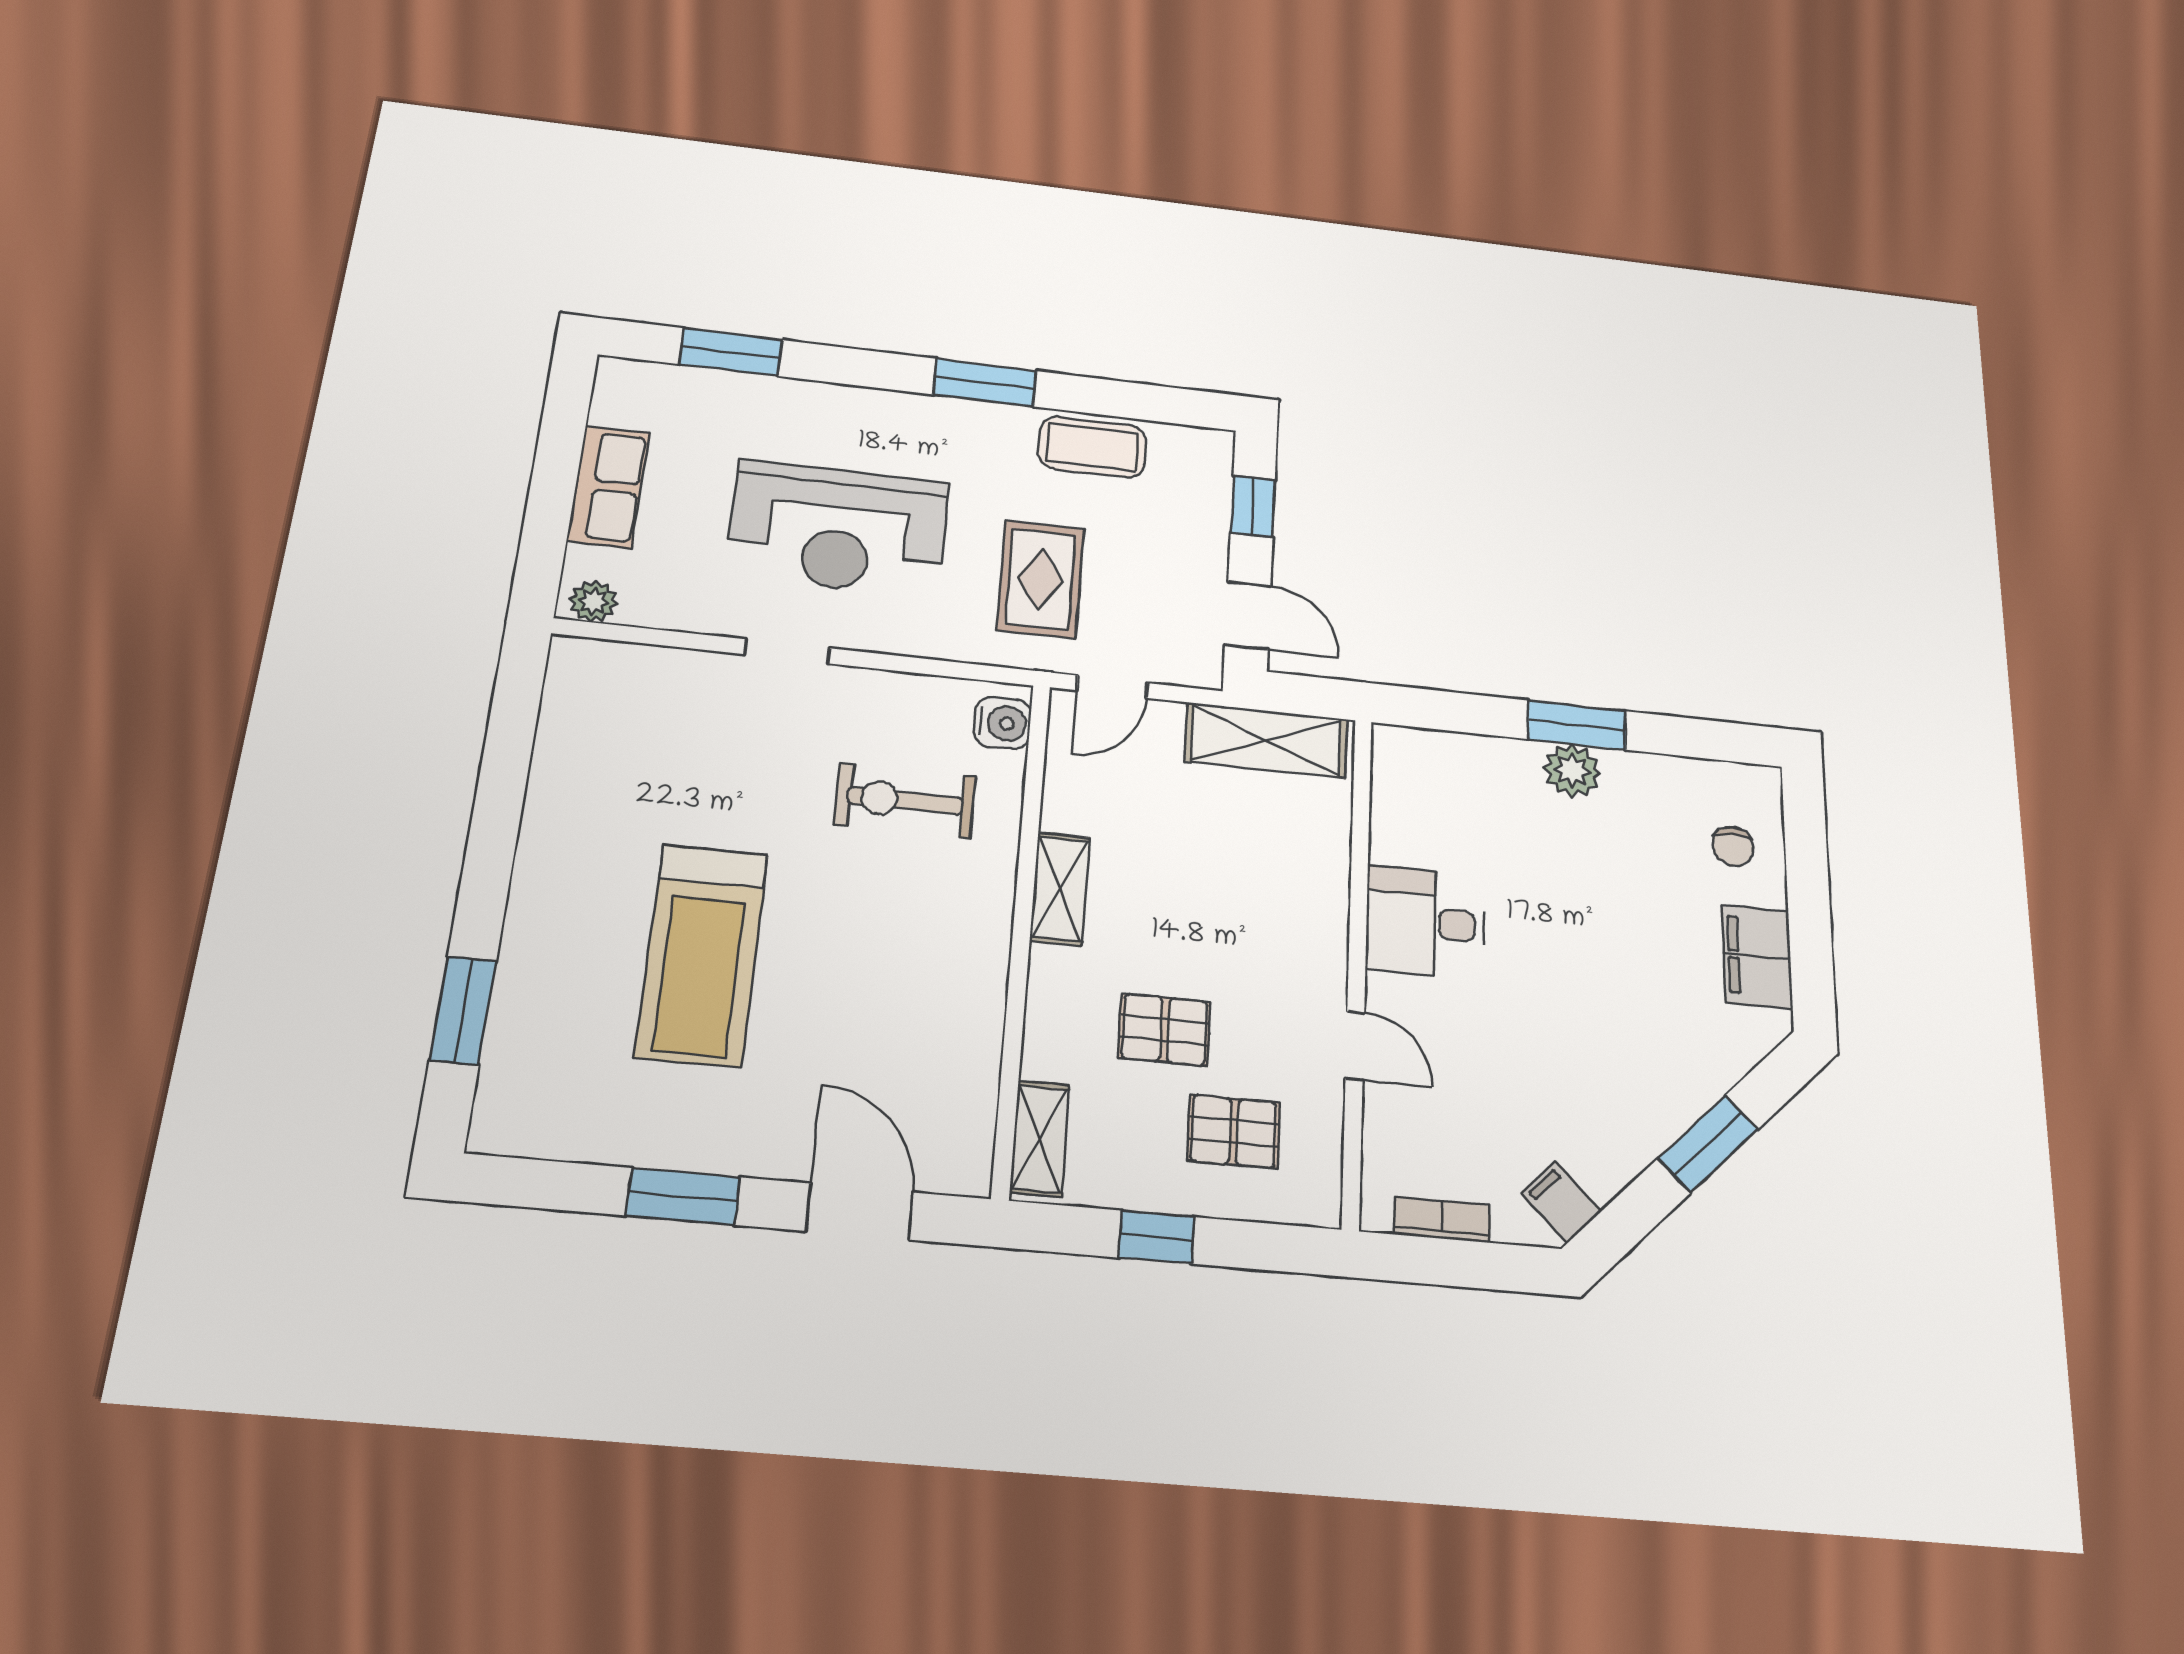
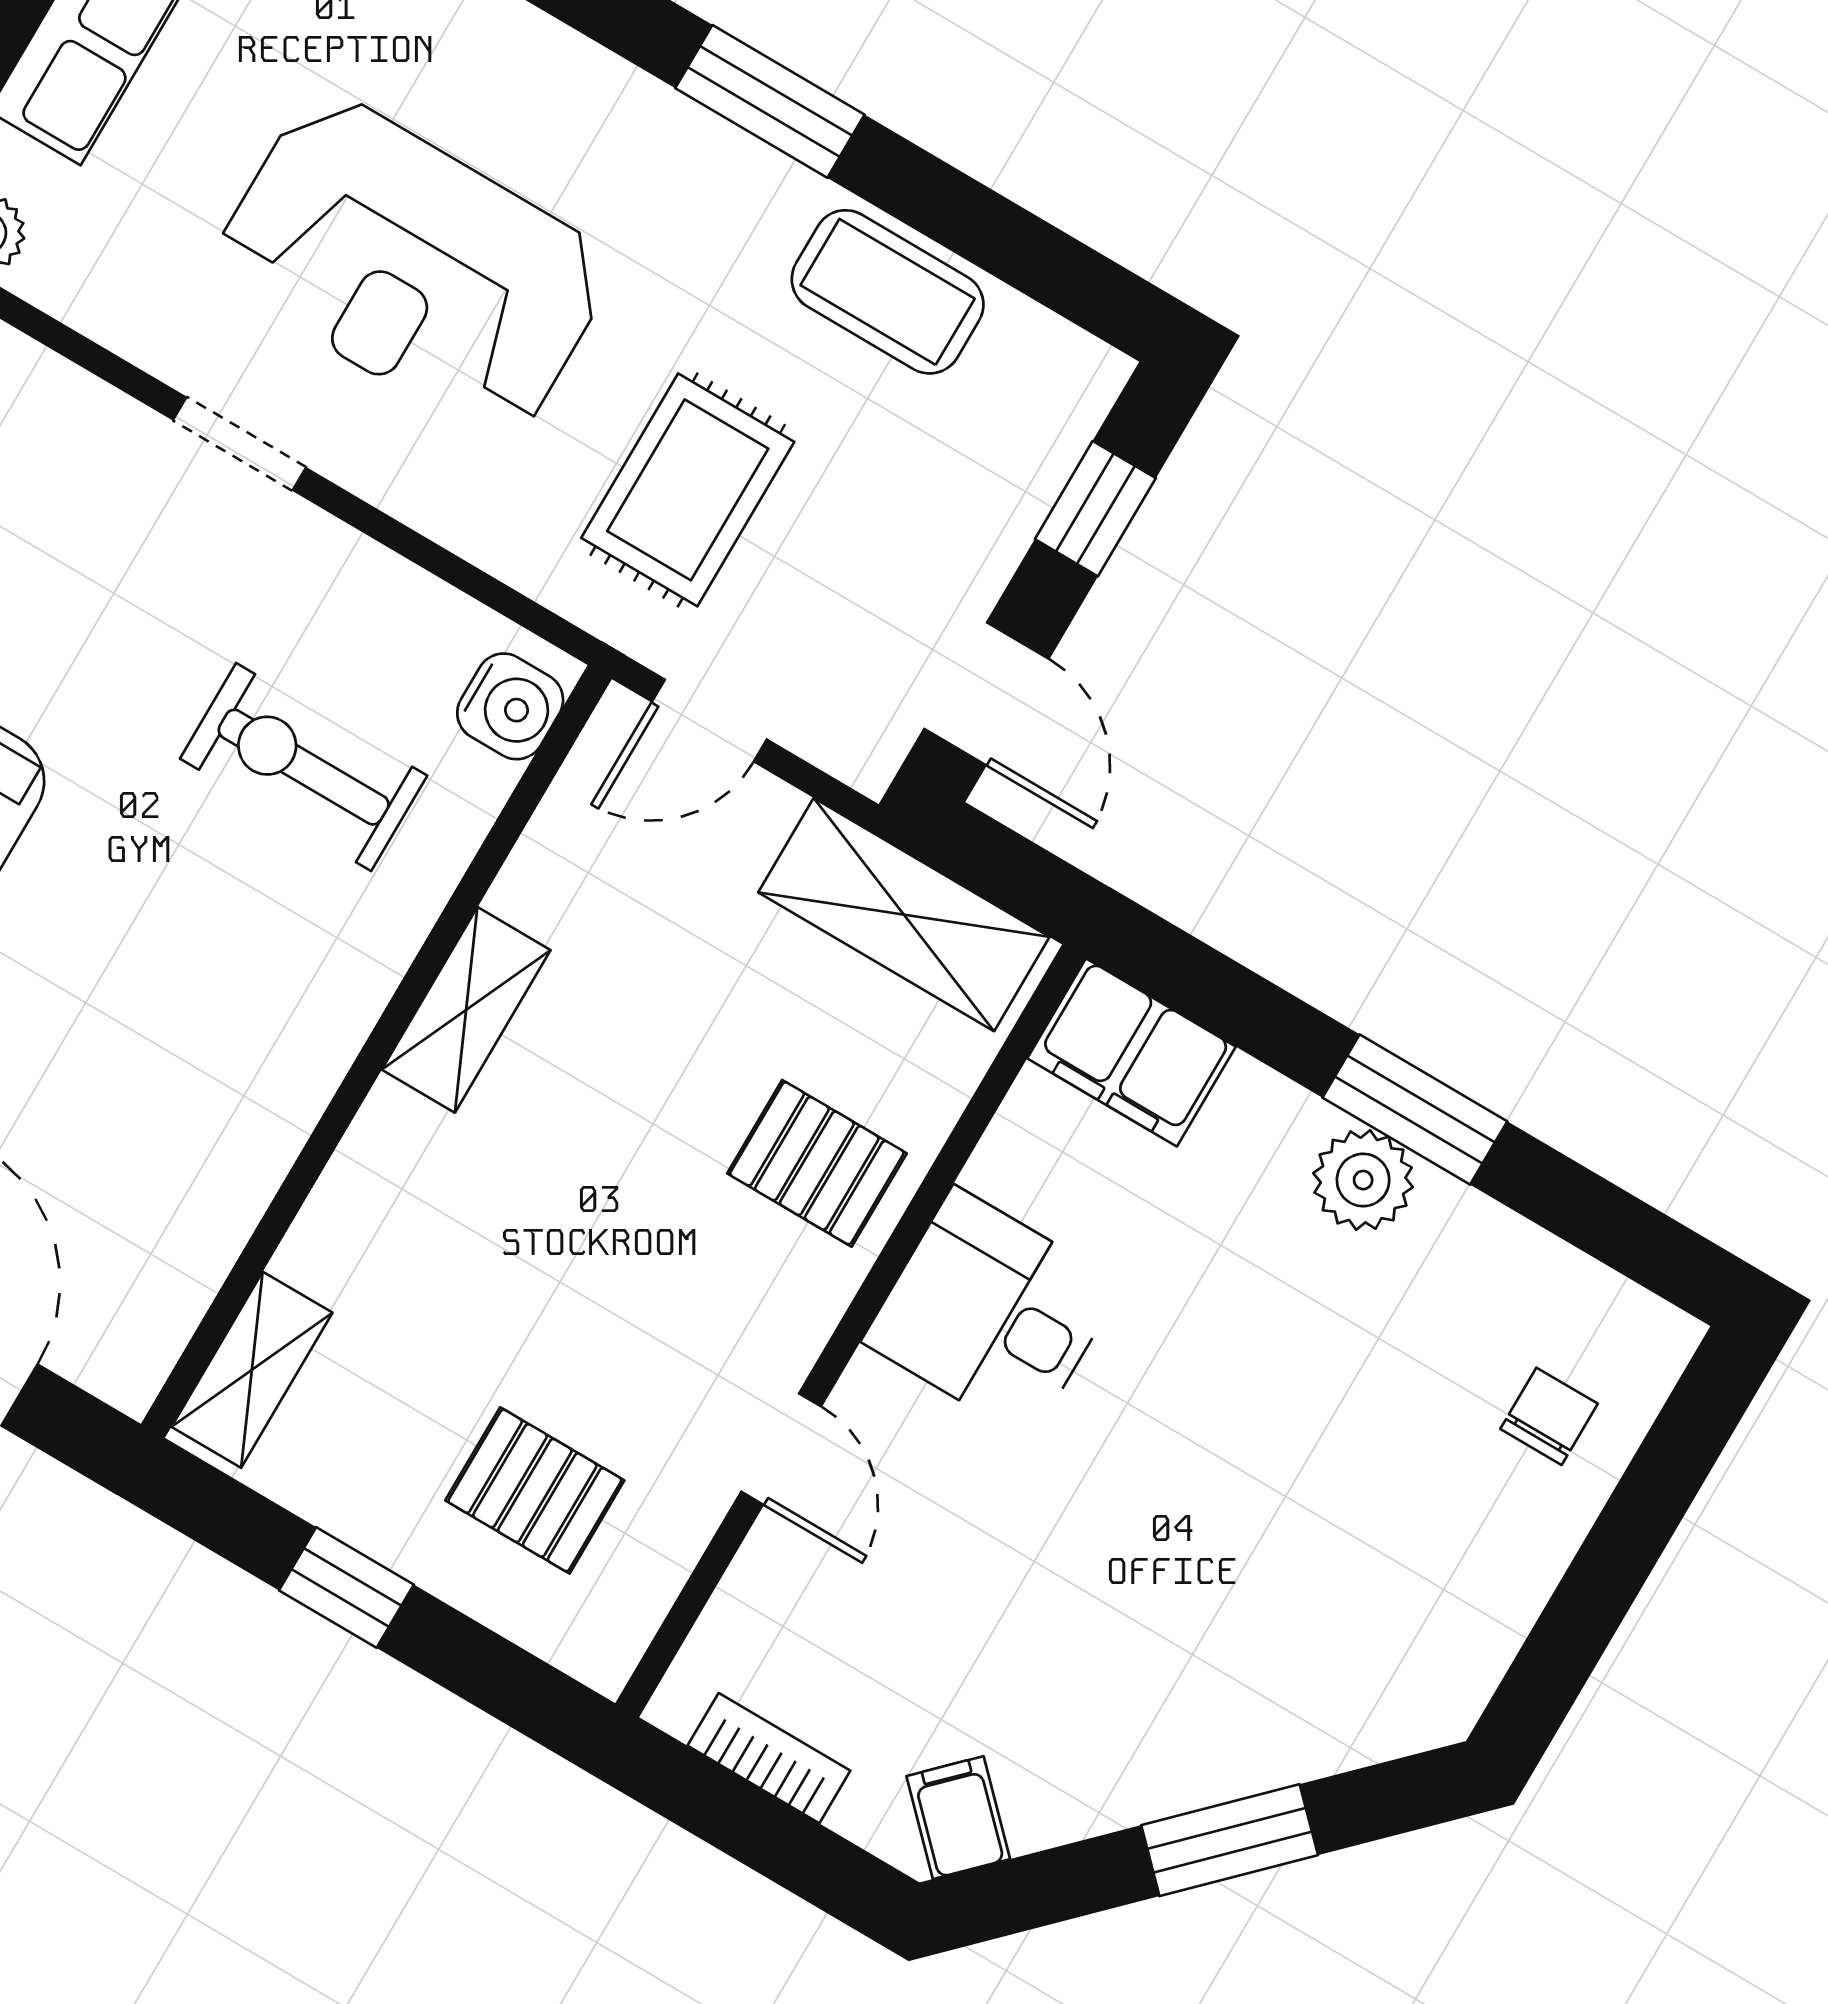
chair: (1733, 846) -> (1549, 1416), turned 180
filing cabinet: (1757, 957) -> (1131, 1052), moved, turned -90
pallet: (1165, 1030) -> (817, 1163), moved

